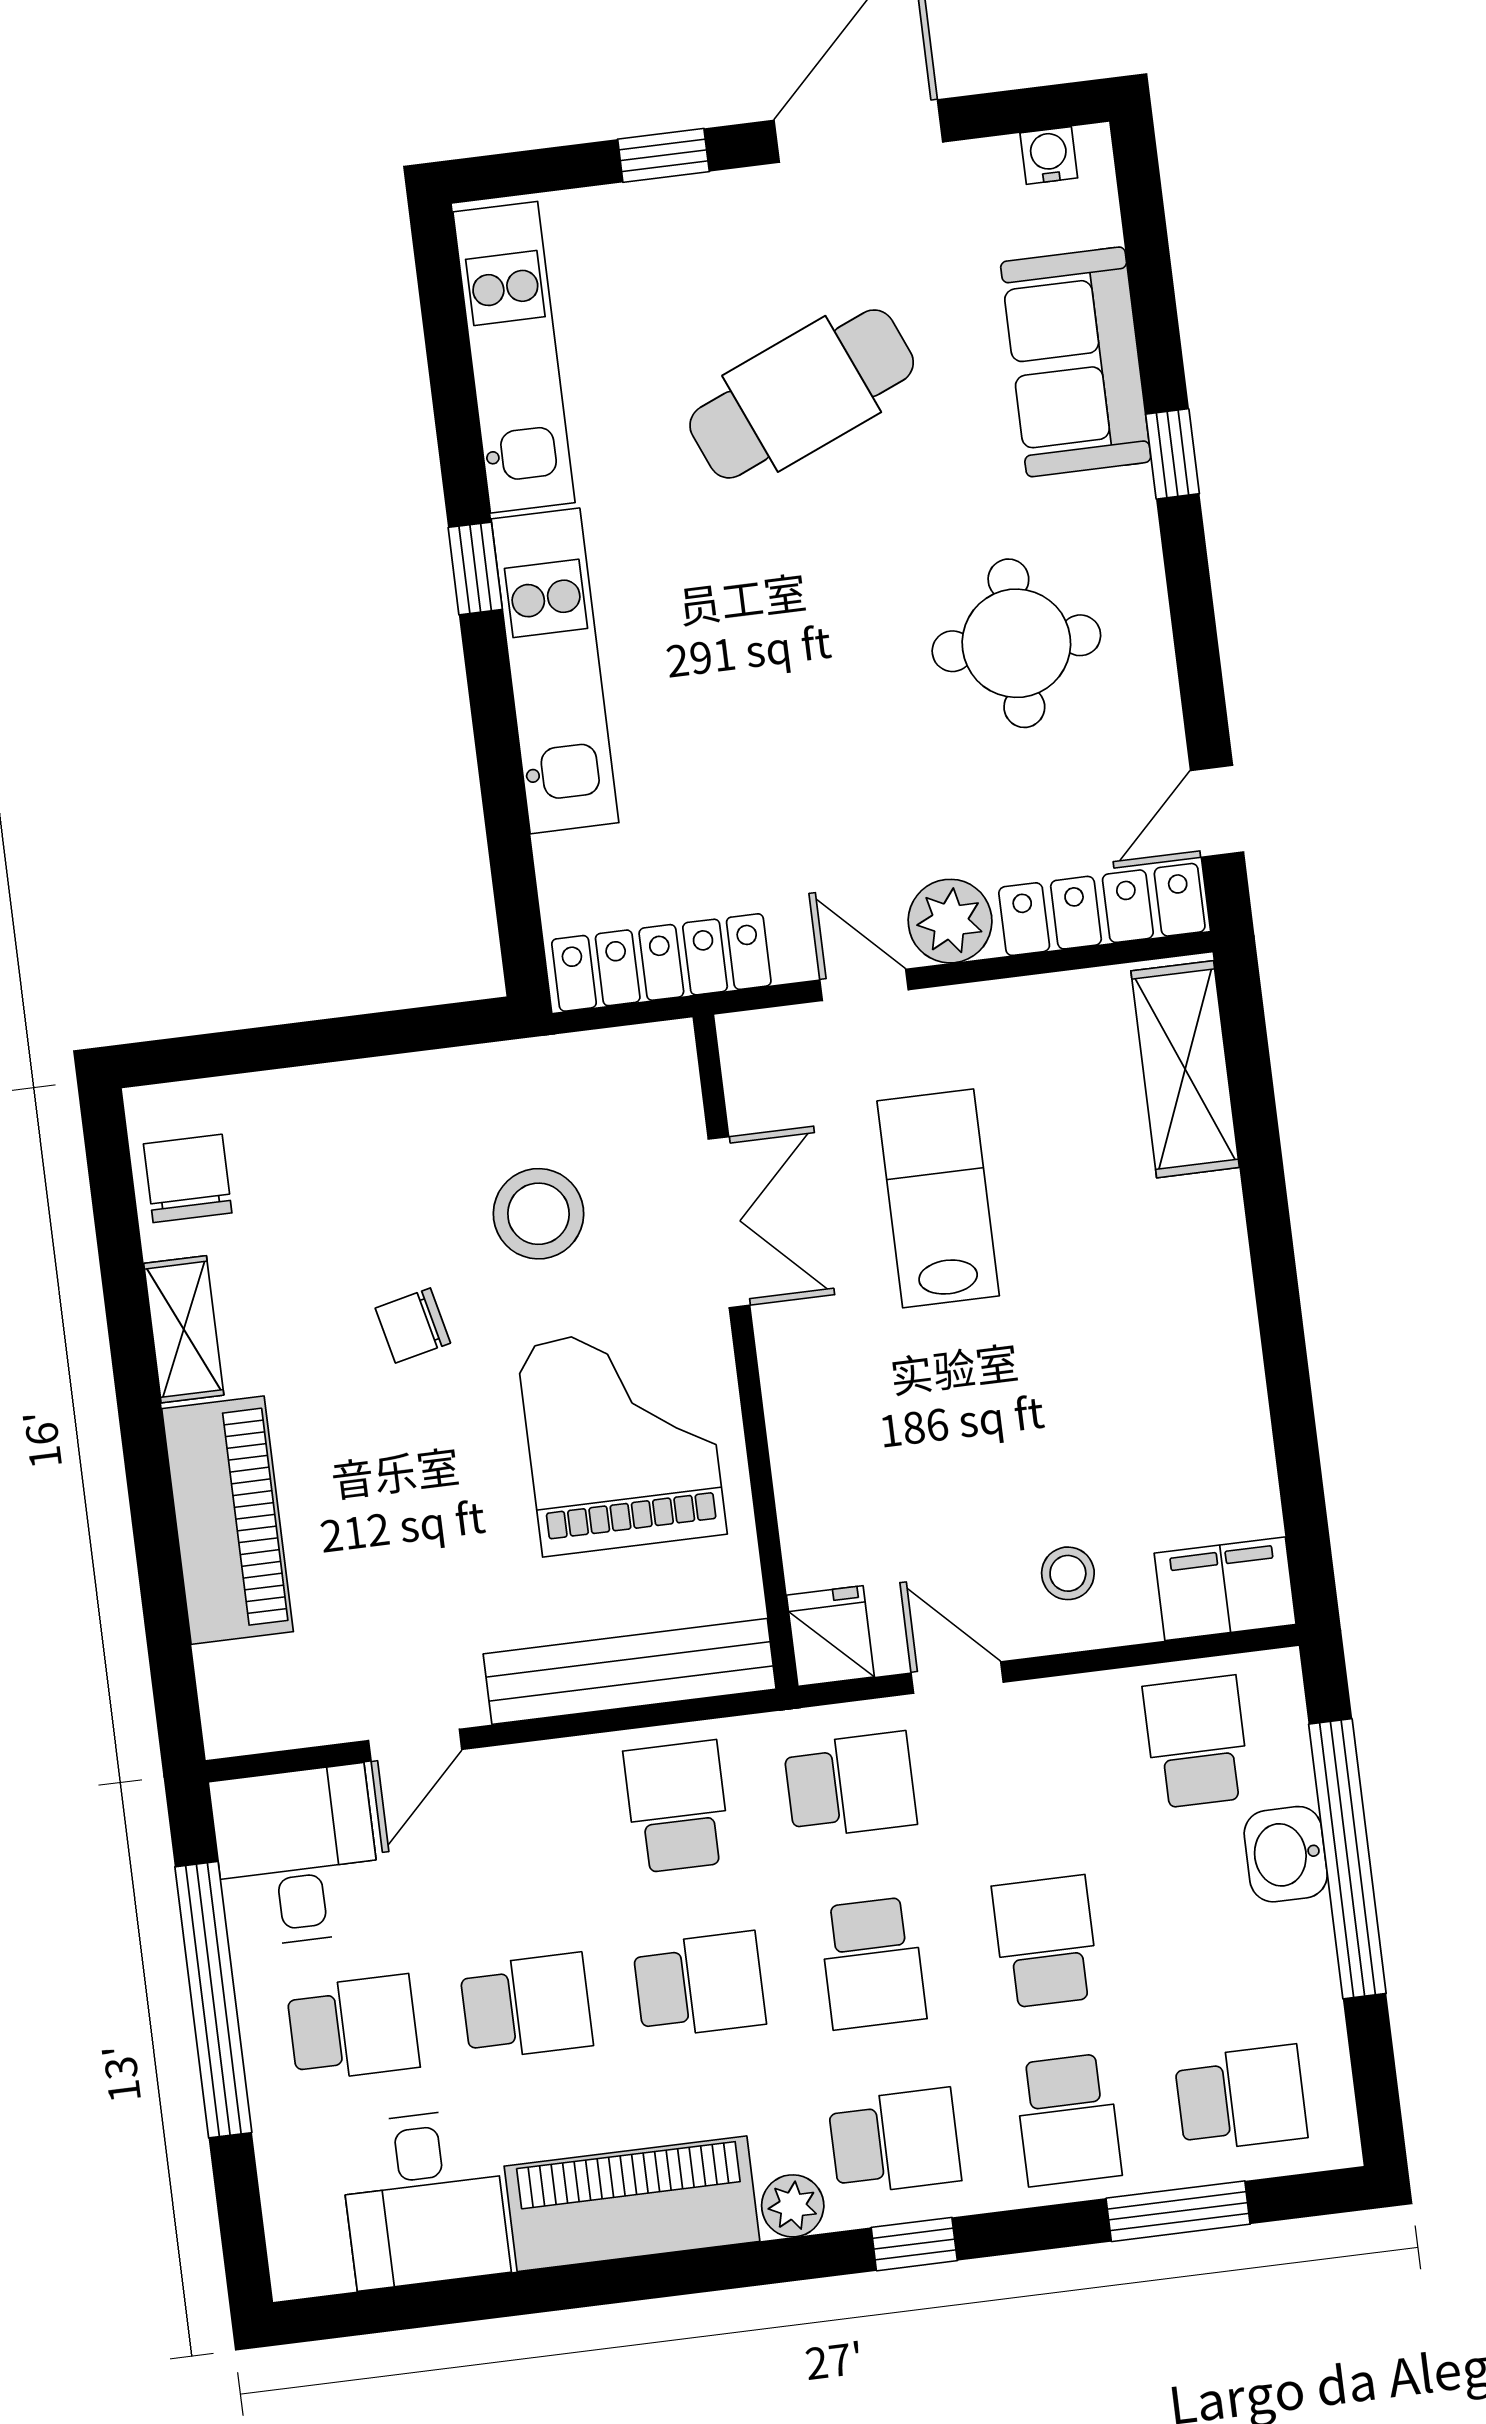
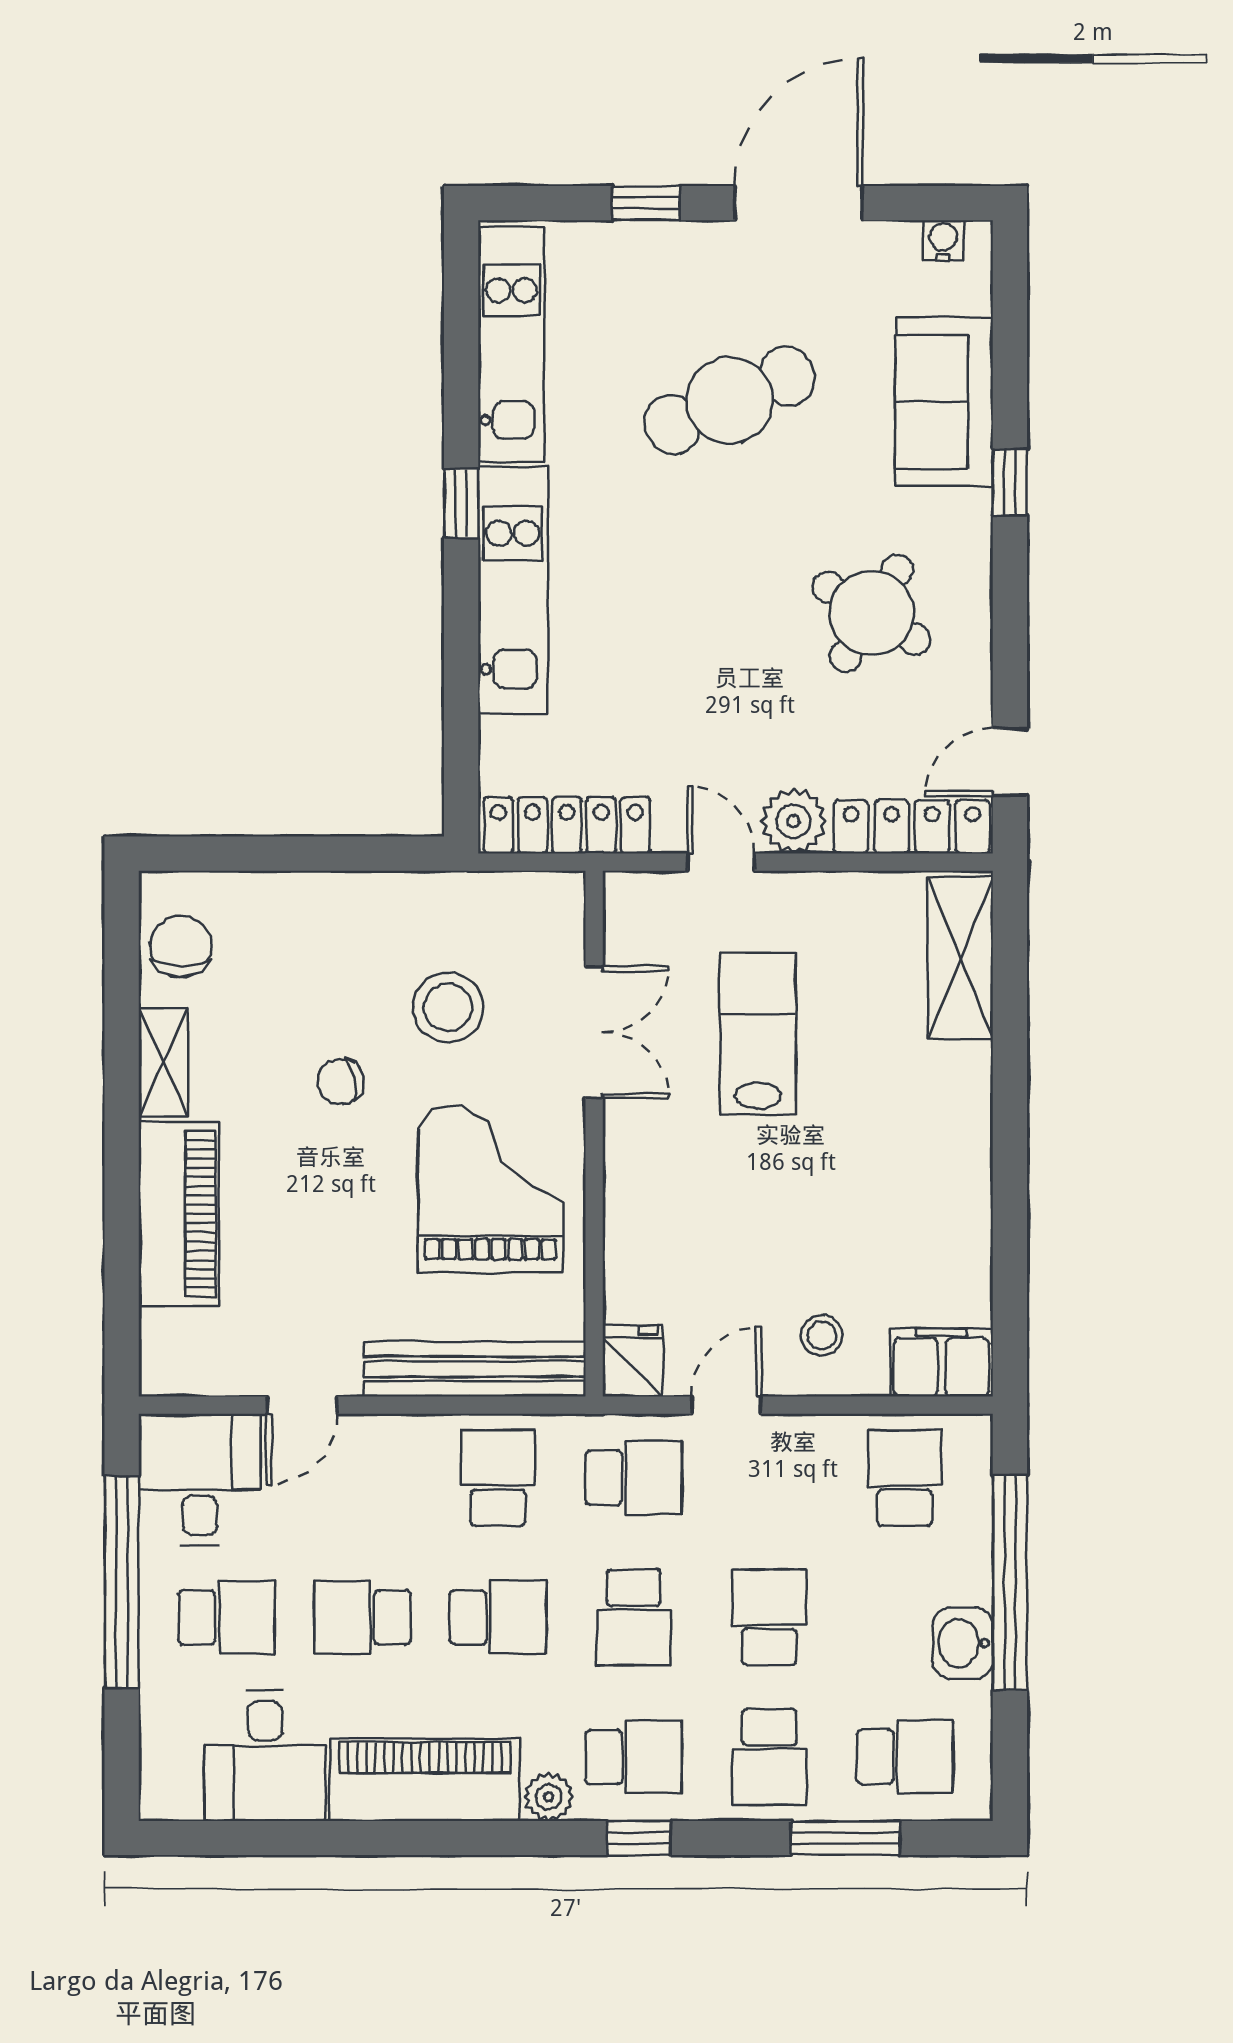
round table: (1016, 643) -> (871, 613), turned 31
door: (957, 1678) -> (726, 1405), hinge flipped
washbasin: (1286, 1854) -> (963, 1643), moved
school desk: (526, 2006) -> (362, 1617), turned 180

